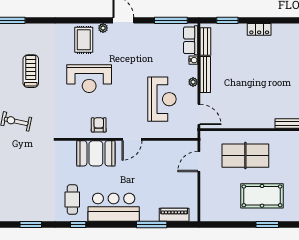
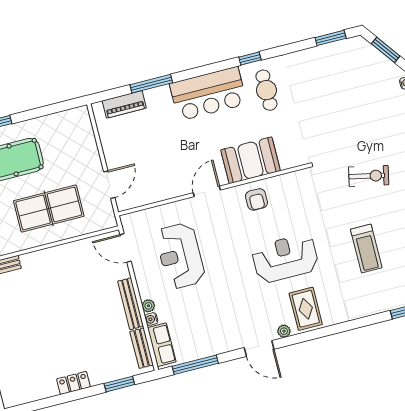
plant: (193, 82) -> (148, 306), moved
window: (31, 225) -> (331, 38), moved

